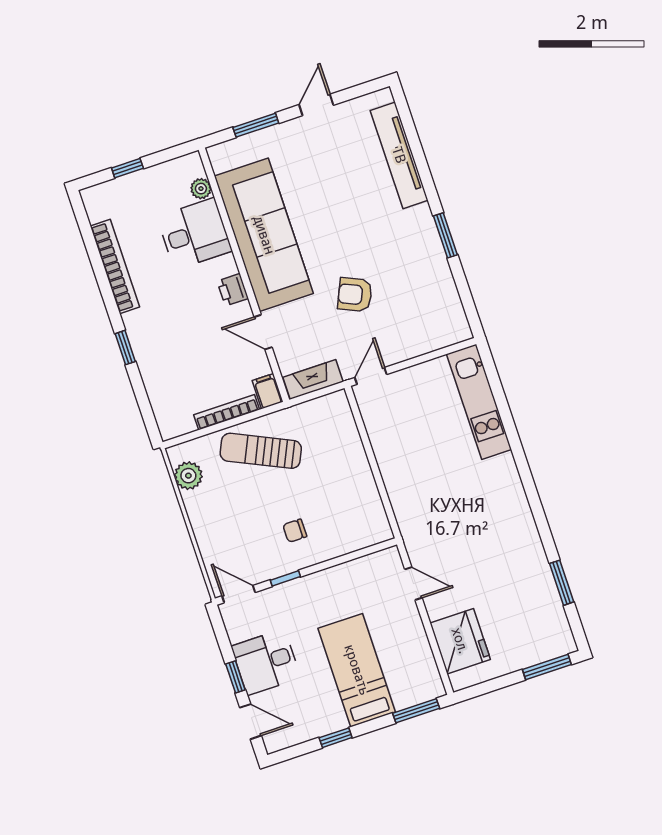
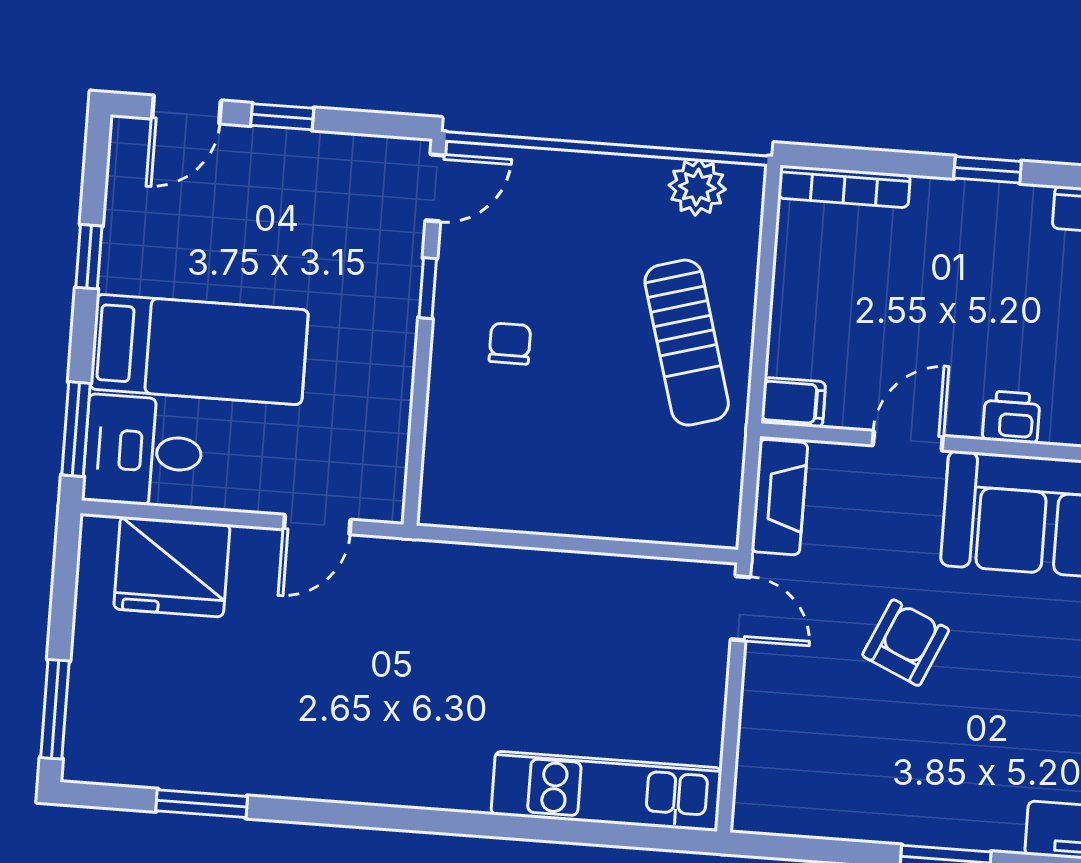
bookcase: (227, 412) -> (844, 186), moved, turned 90
sun lounger: (261, 451) -> (687, 343), turned 139
desk: (266, 662) -> (143, 451), moved, turned -90

